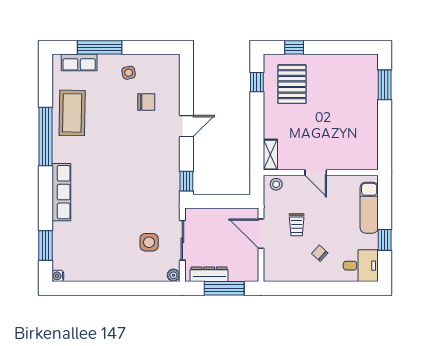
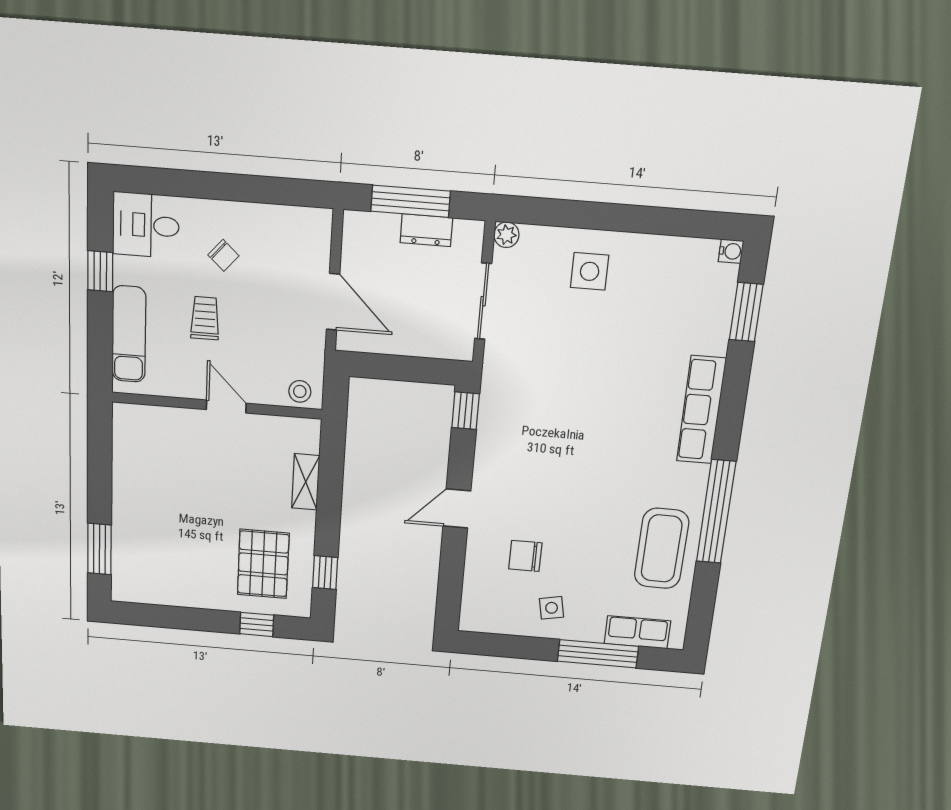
shelving: (270, 155) -> (306, 482), moved
trolley: (297, 225) -> (205, 318), moved
side table: (149, 242) -> (590, 271), moved
dresser: (209, 274) -> (426, 230), width x0.70

